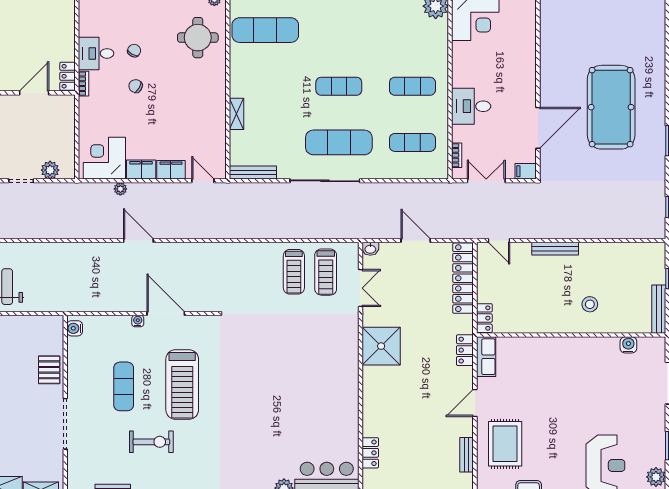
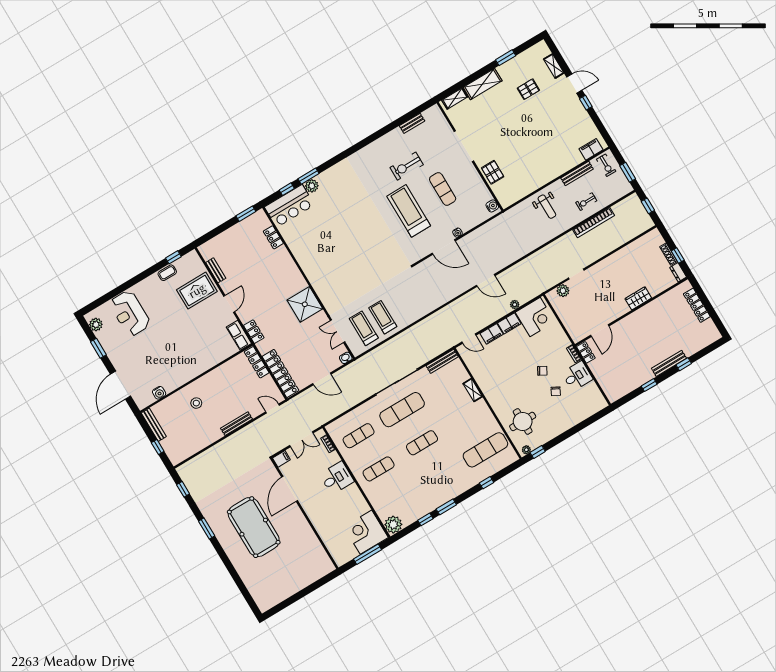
locker: (484, 318) -> (257, 362), width x1.53
rug: (505, 444) -> (197, 291), turned 90

